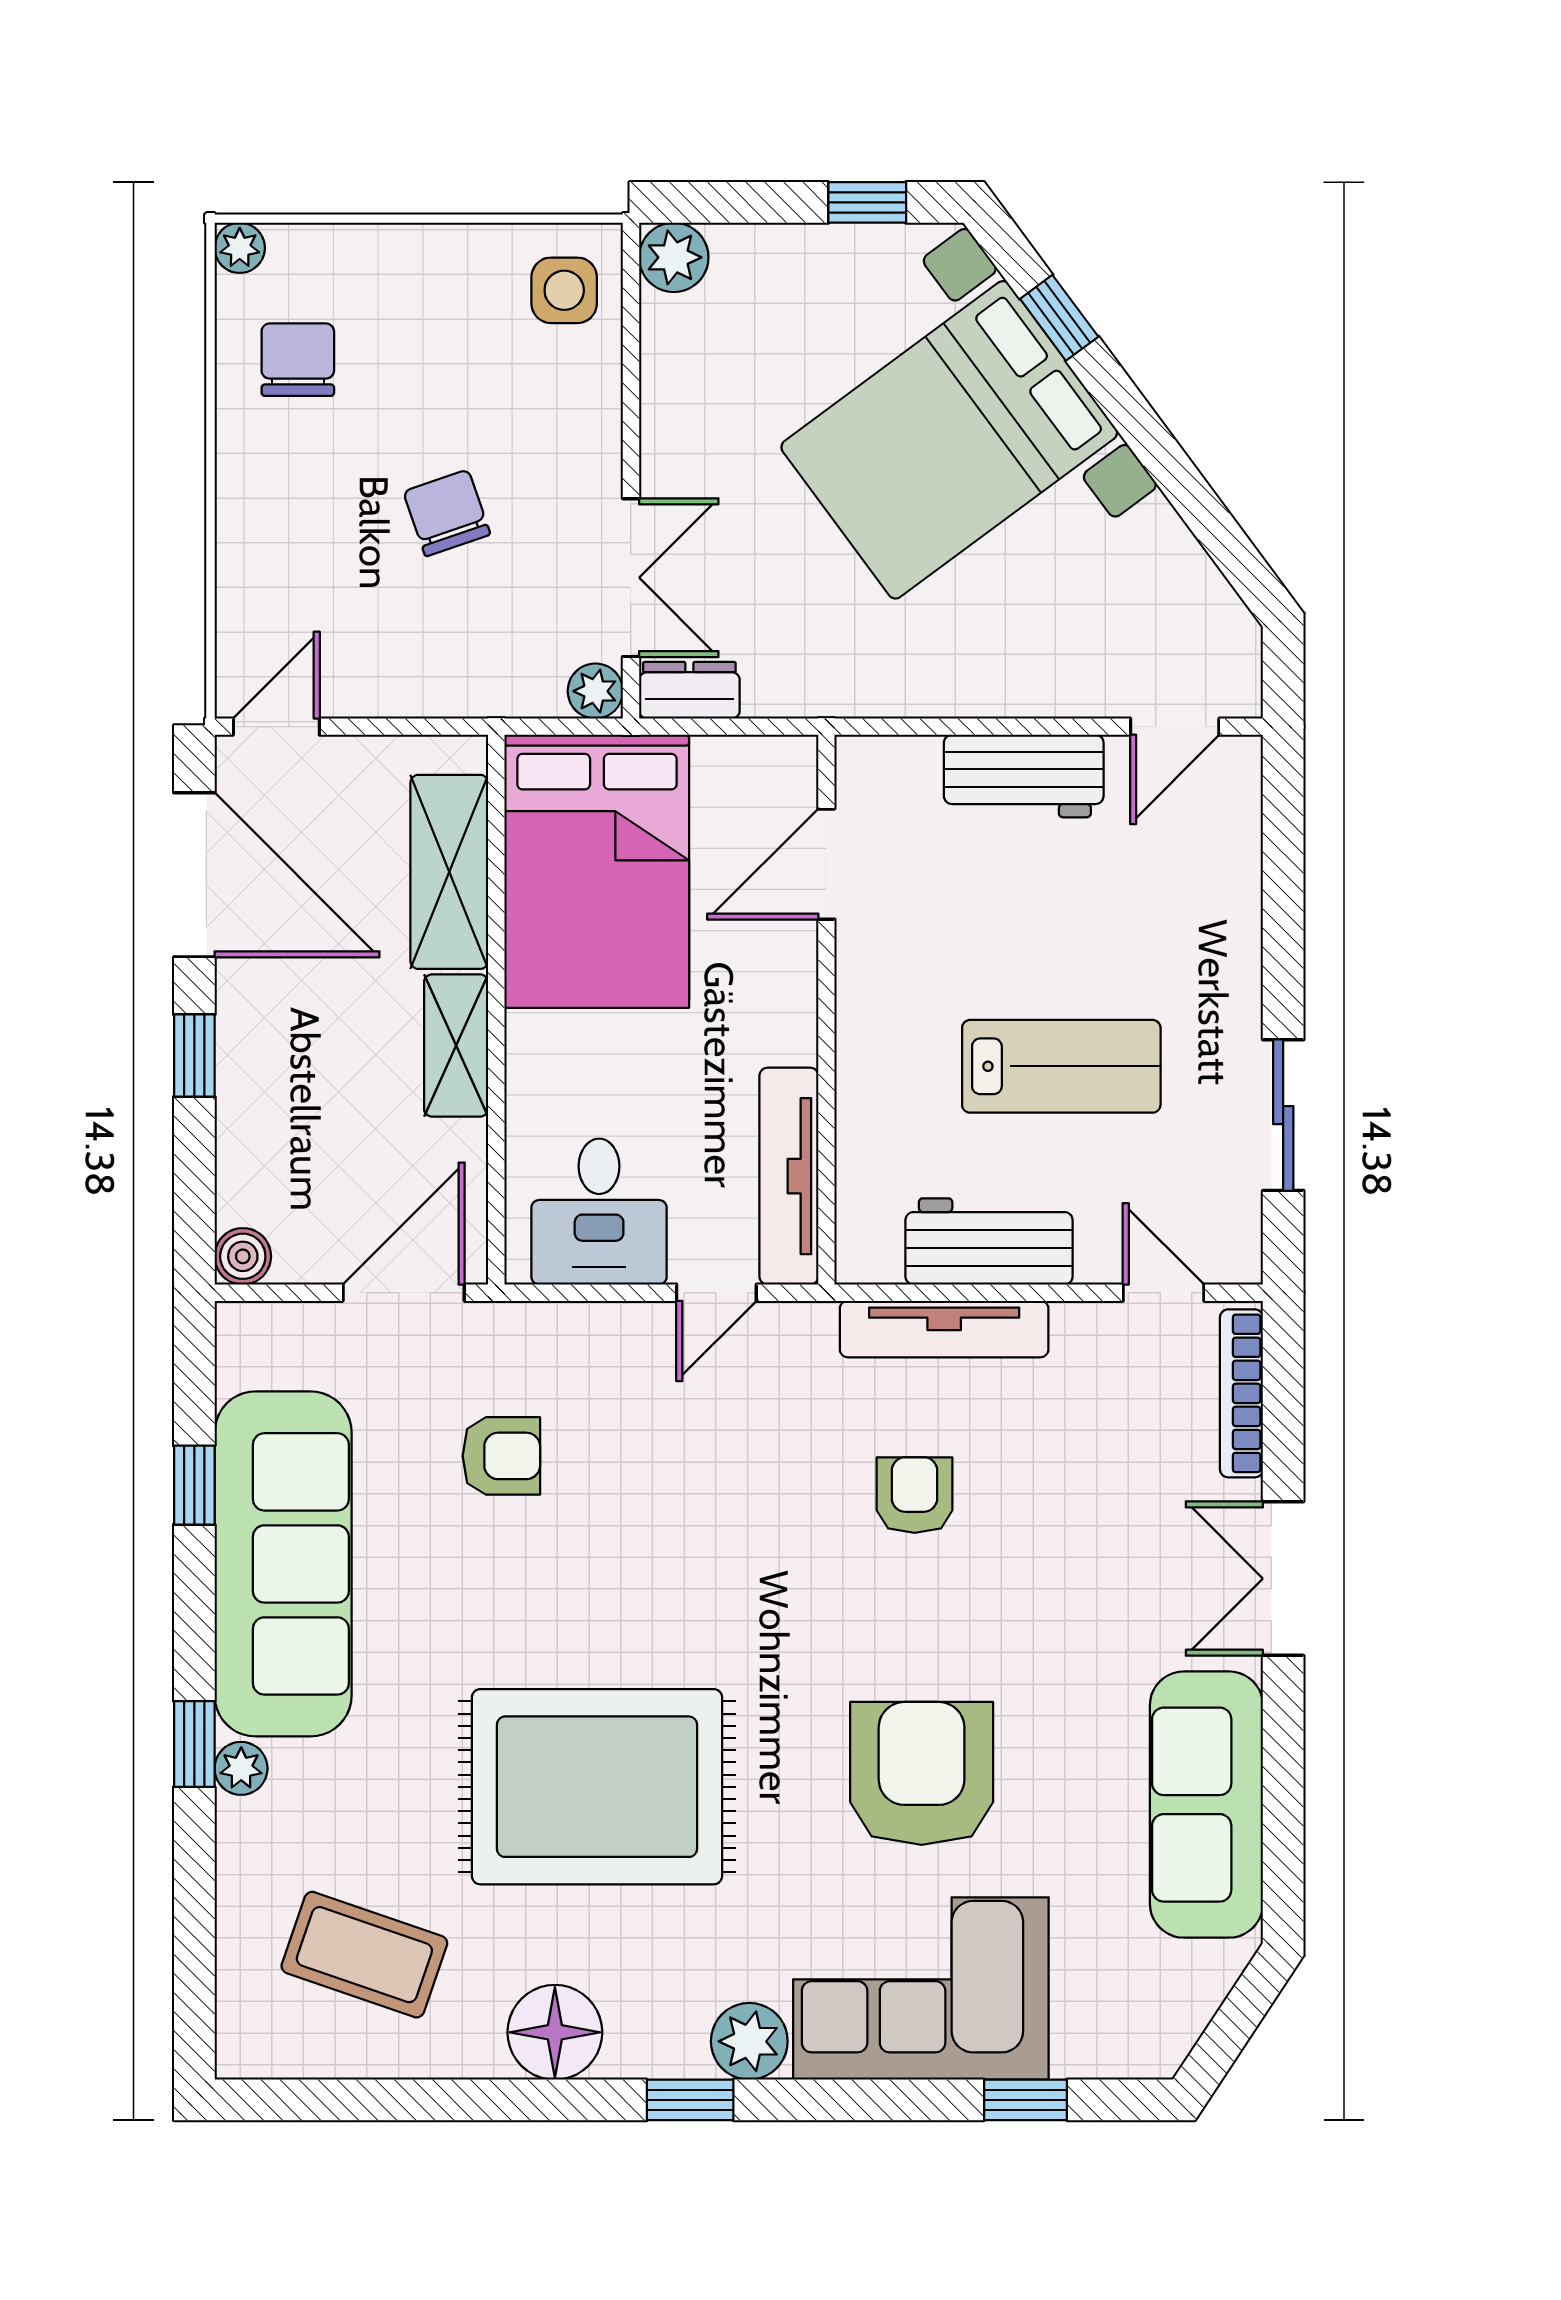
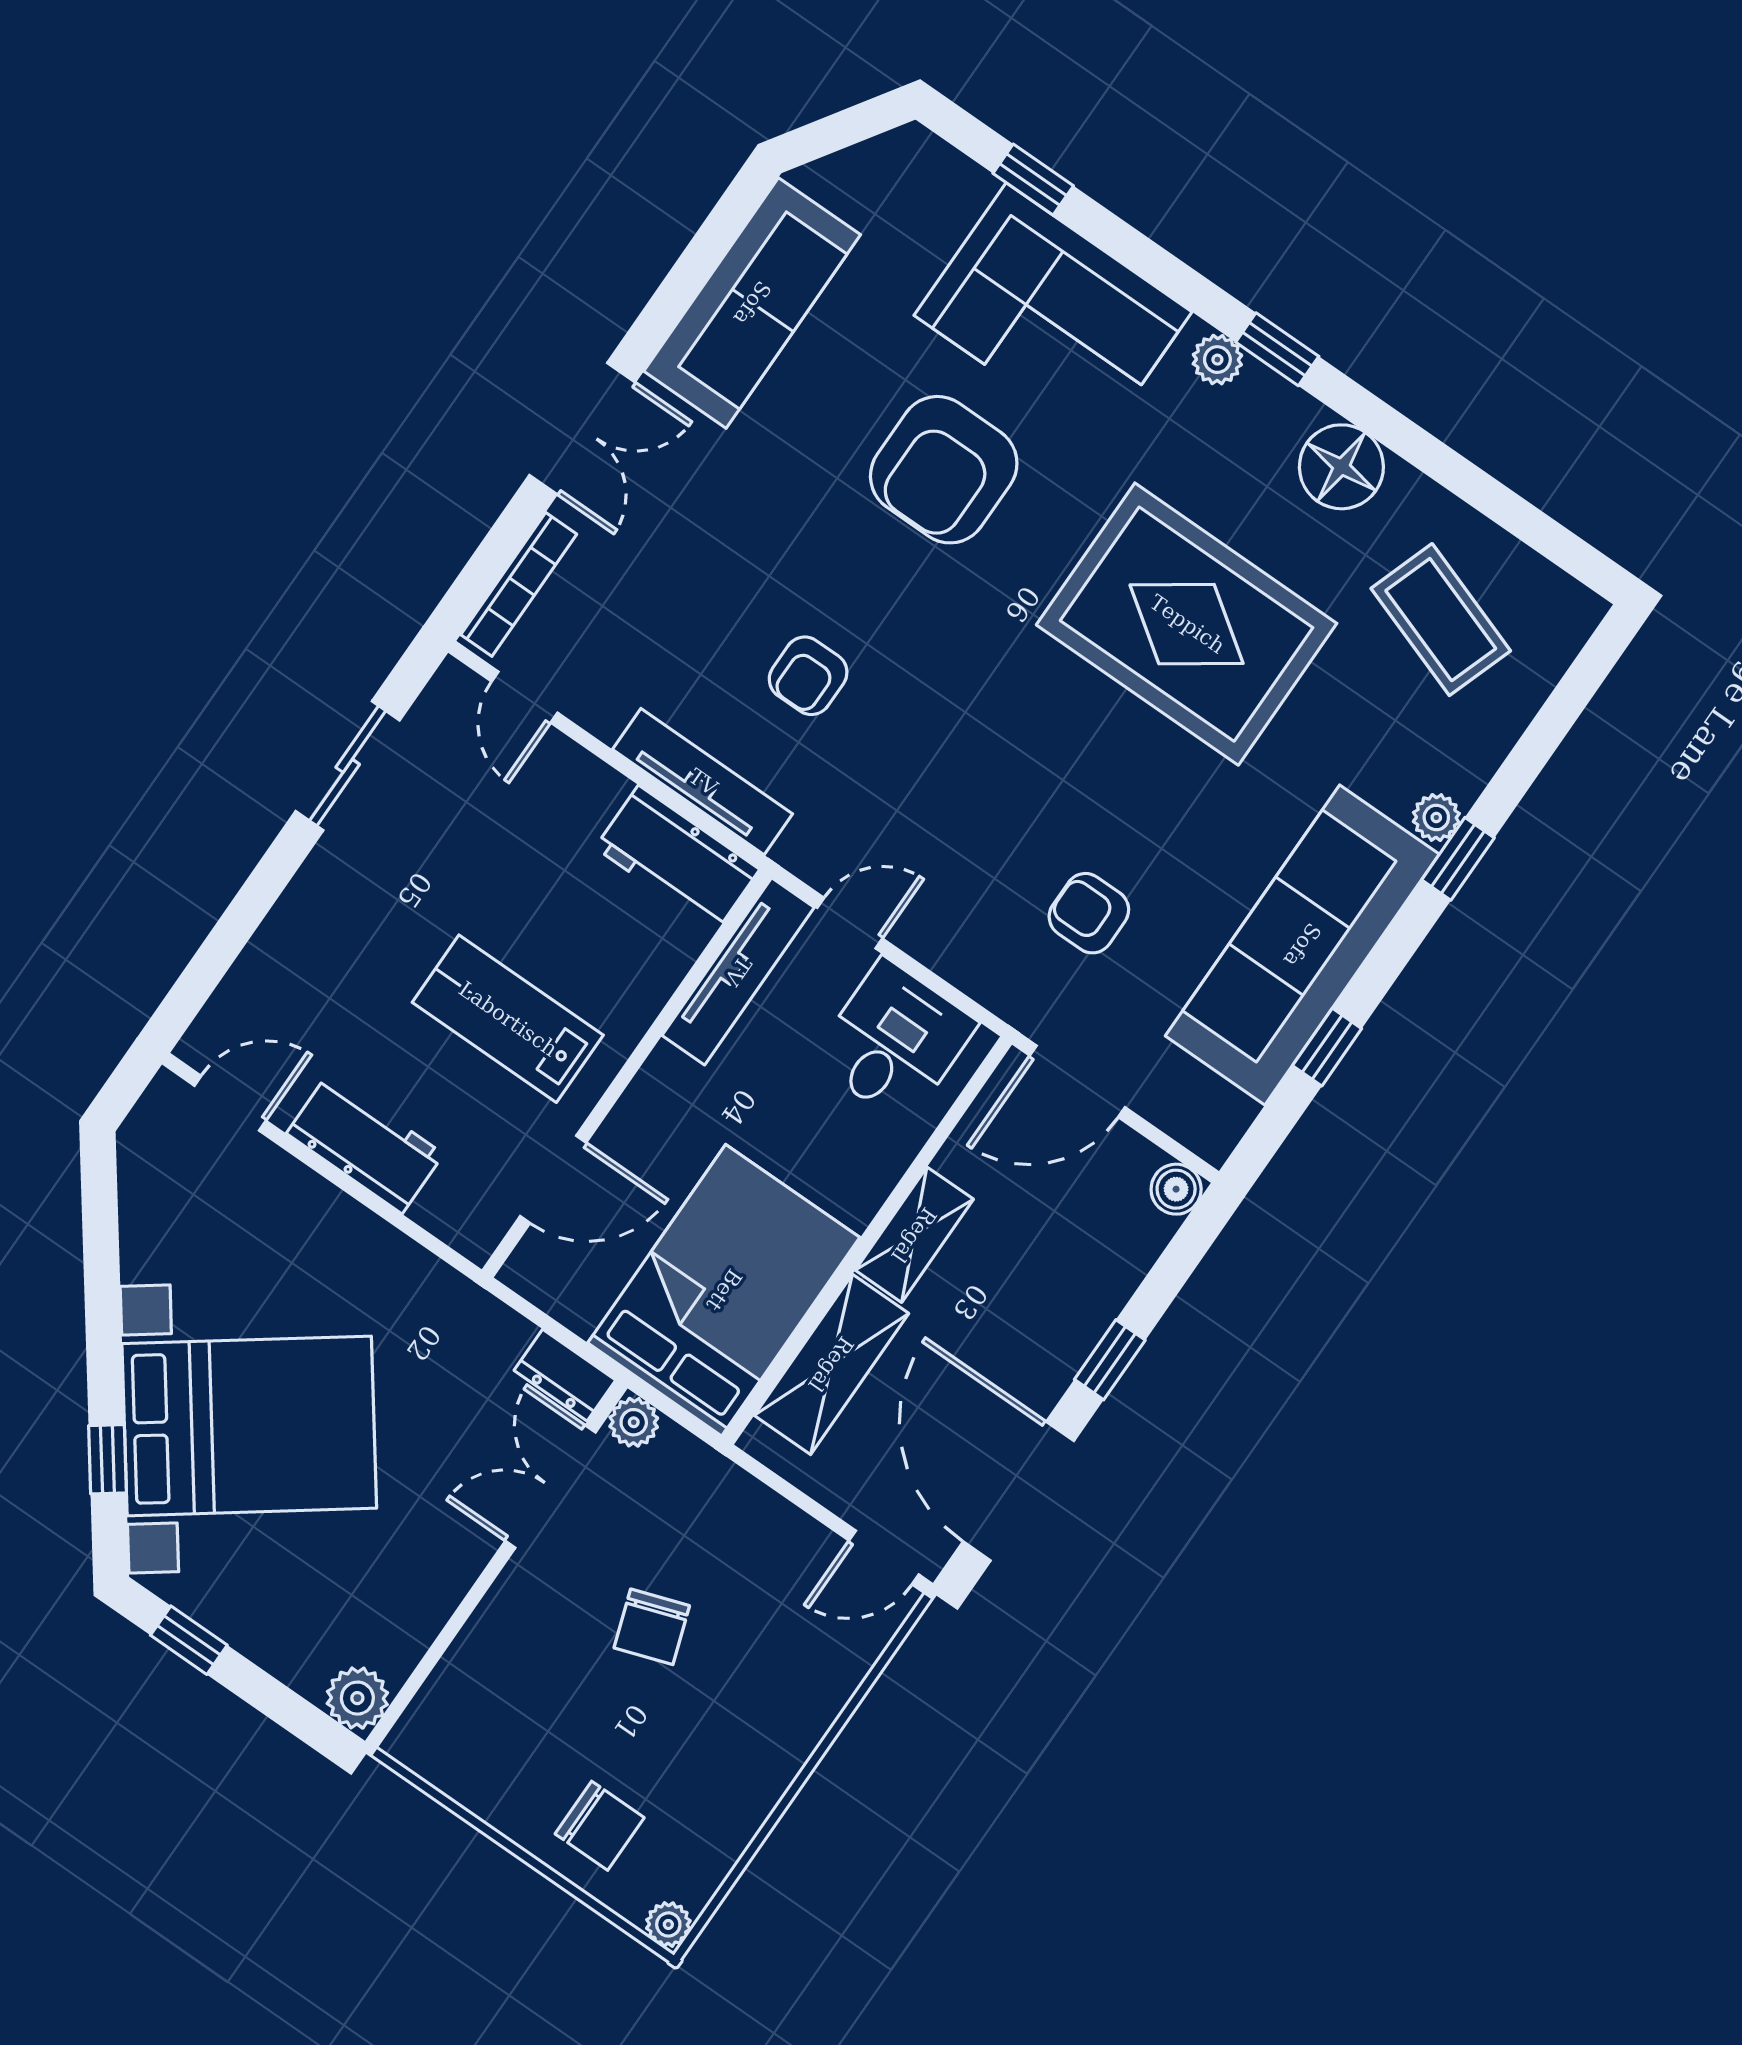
side table: (564, 290) -> (454, 1730), removed
chair: (298, 360) -> (600, 1826), moved, turned -90
lab bench: (1061, 1066) -> (508, 1019), moved
workbench: (989, 1241) -> (677, 859), moved
plant: (749, 2041) -> (1217, 360), width x0.73, depth x0.73

